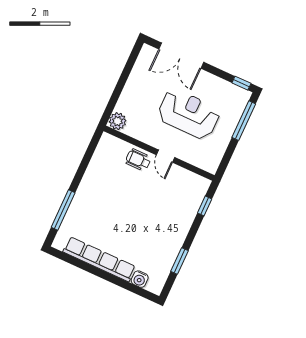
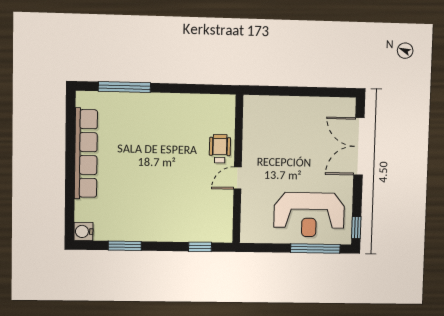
reception desk: (189, 114) -> (309, 215), moved, turned 90
plant: (118, 121) -> (254, 106), removed
water cooler: (140, 279) -> (83, 231), moved

